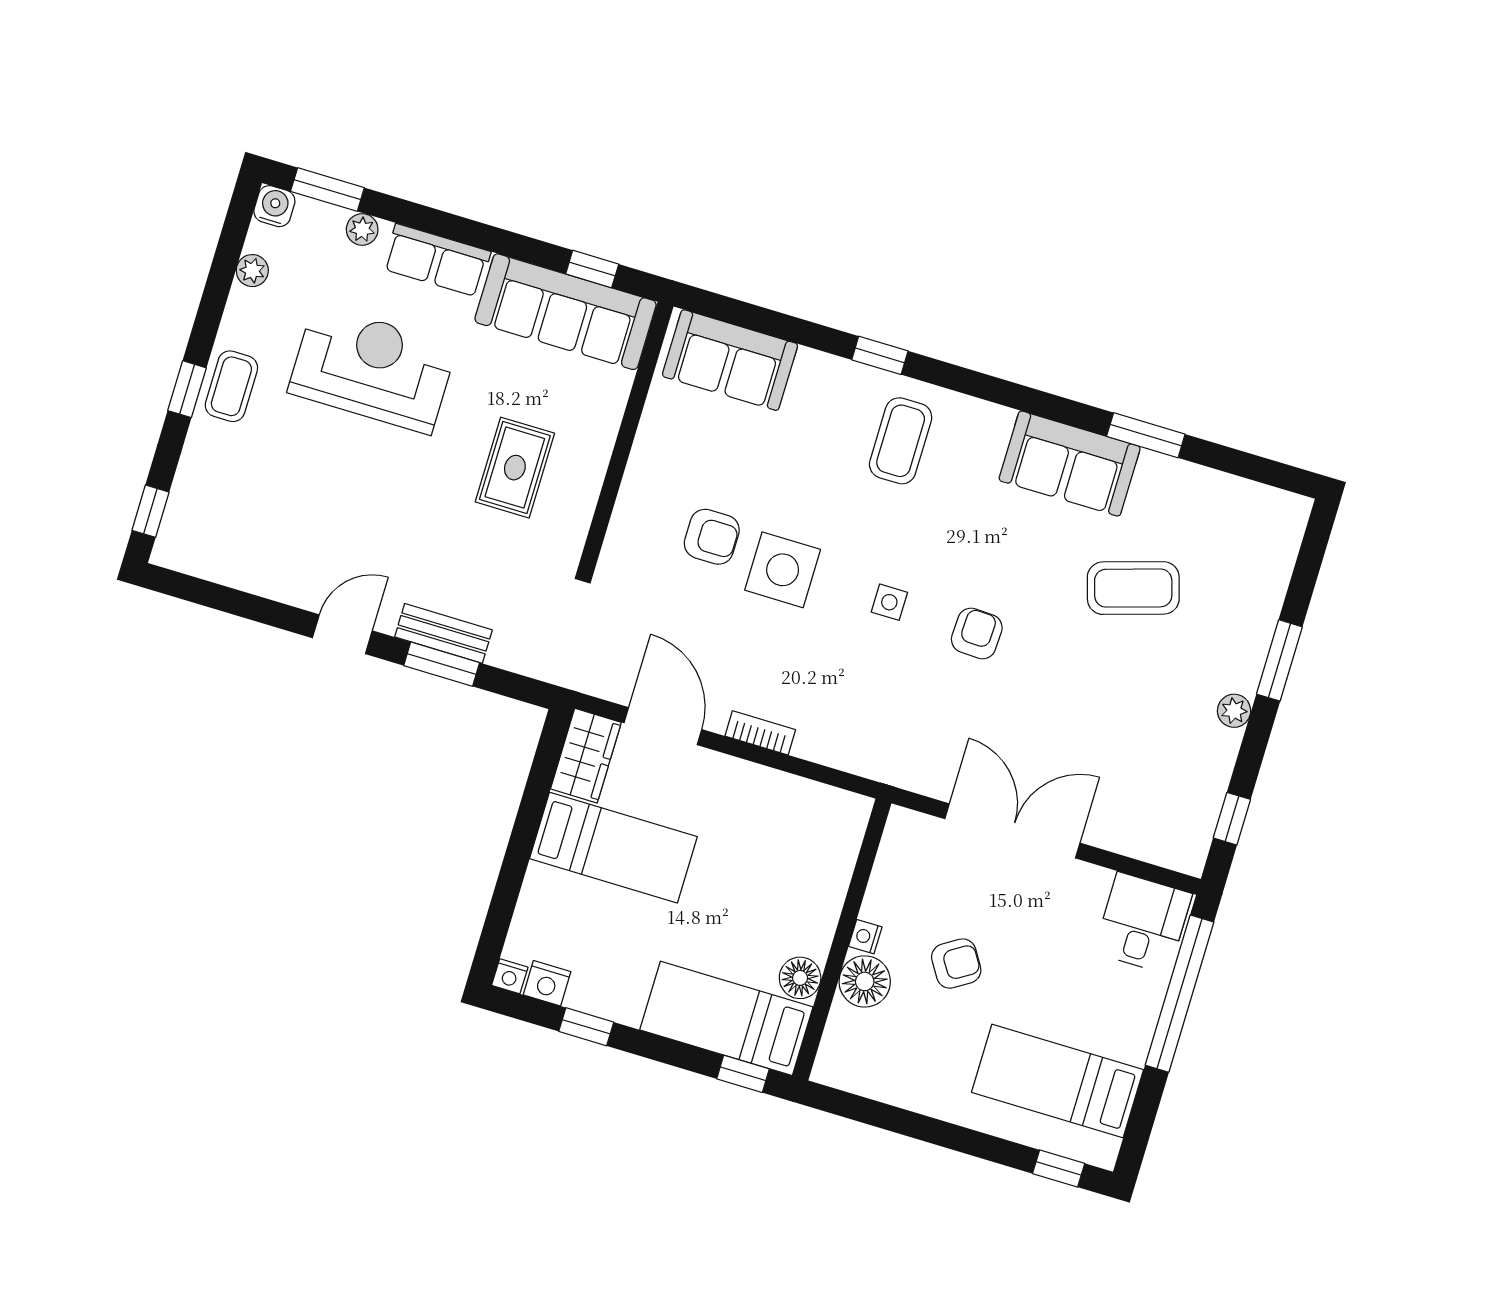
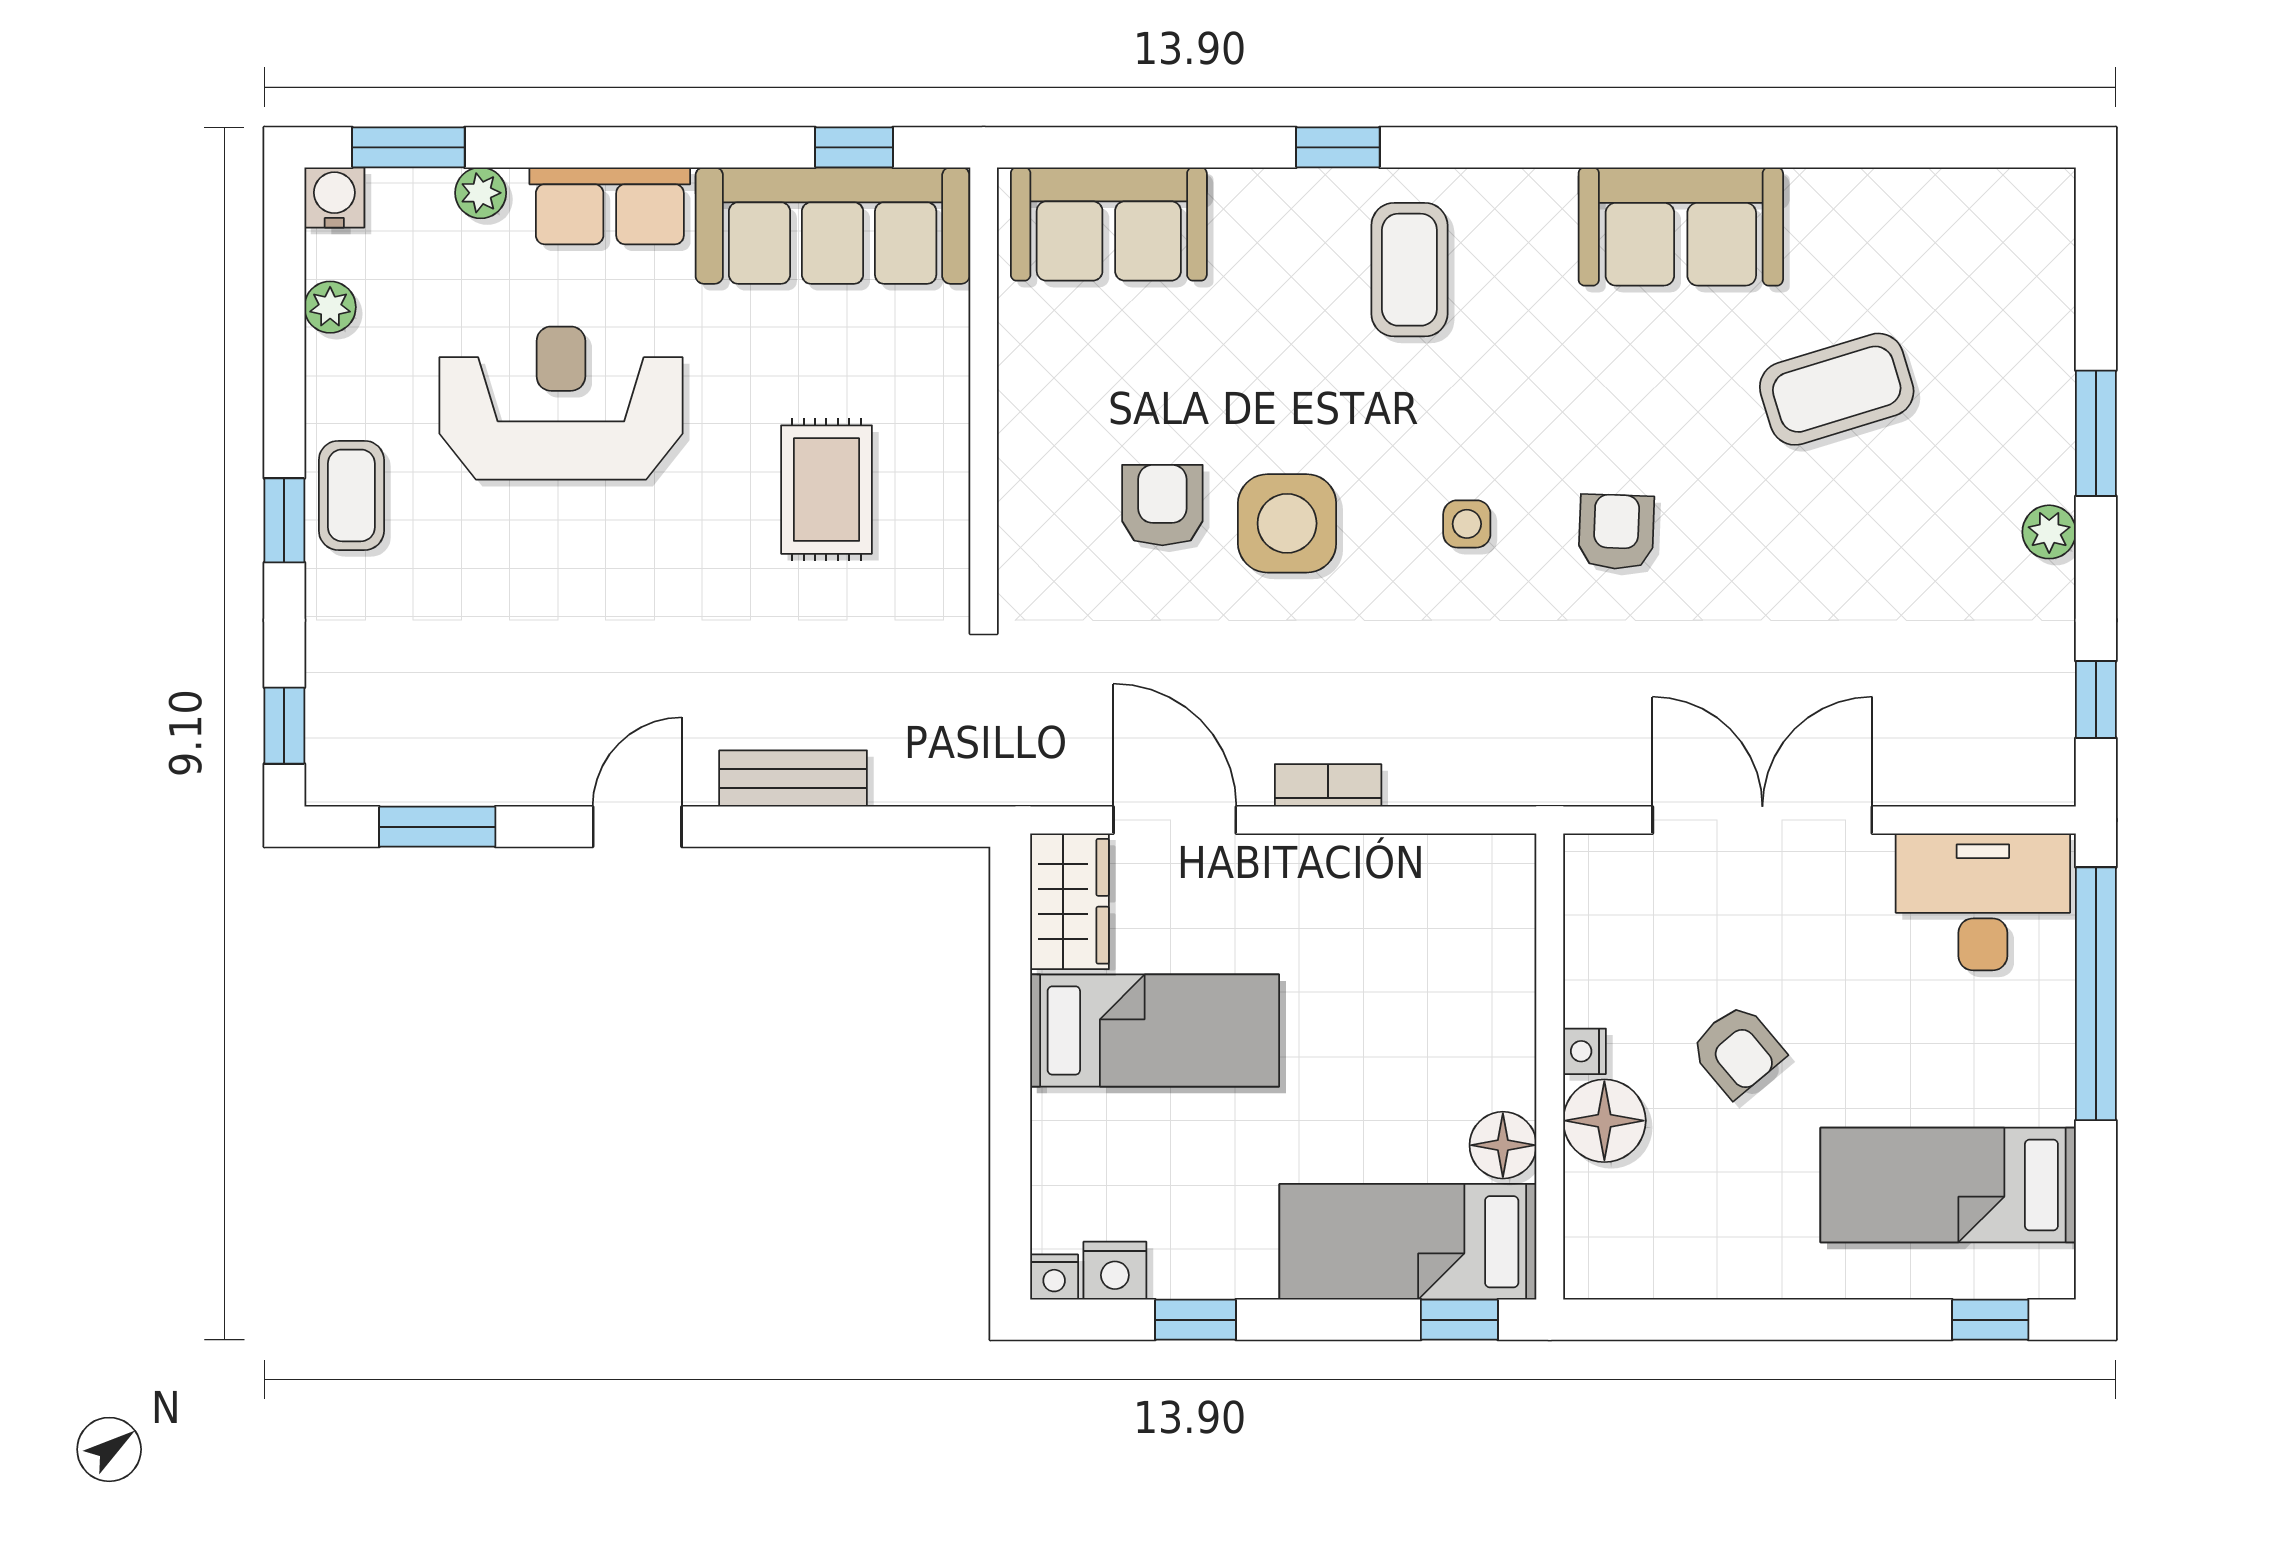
window: (1146, 435) -> (1785, 147), removed
armchair: (712, 537) -> (1162, 505), turned -90
window: (442, 664) -> (437, 827), moved
desk: (1143, 923) -> (1983, 902), width x1.37
armchair: (956, 964) -> (1737, 1051), turned 82

